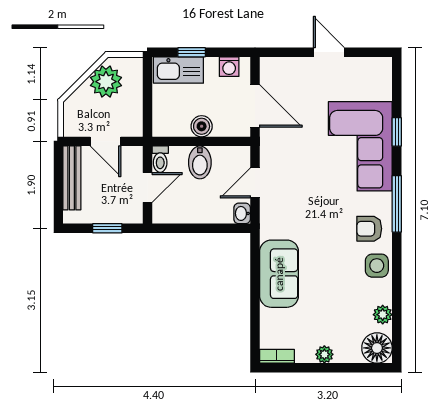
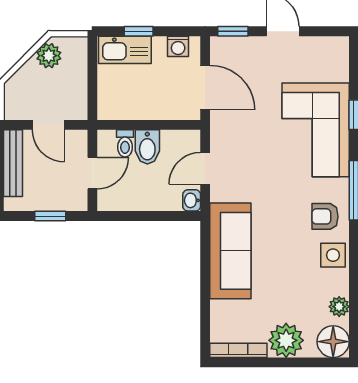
window: (281, 52) -> (233, 31), added
plant: (106, 82) -> (49, 56), width x0.73, depth x0.73
boiler: (202, 126) -> (149, 109), removed
toilet: (160, 159) -> (125, 143), moved
sofa: (279, 274) -> (230, 251), width x1.36
plant: (324, 354) -> (286, 340), width x1.88, depth x1.88
bookcase: (277, 356) -> (238, 350), width x1.56

